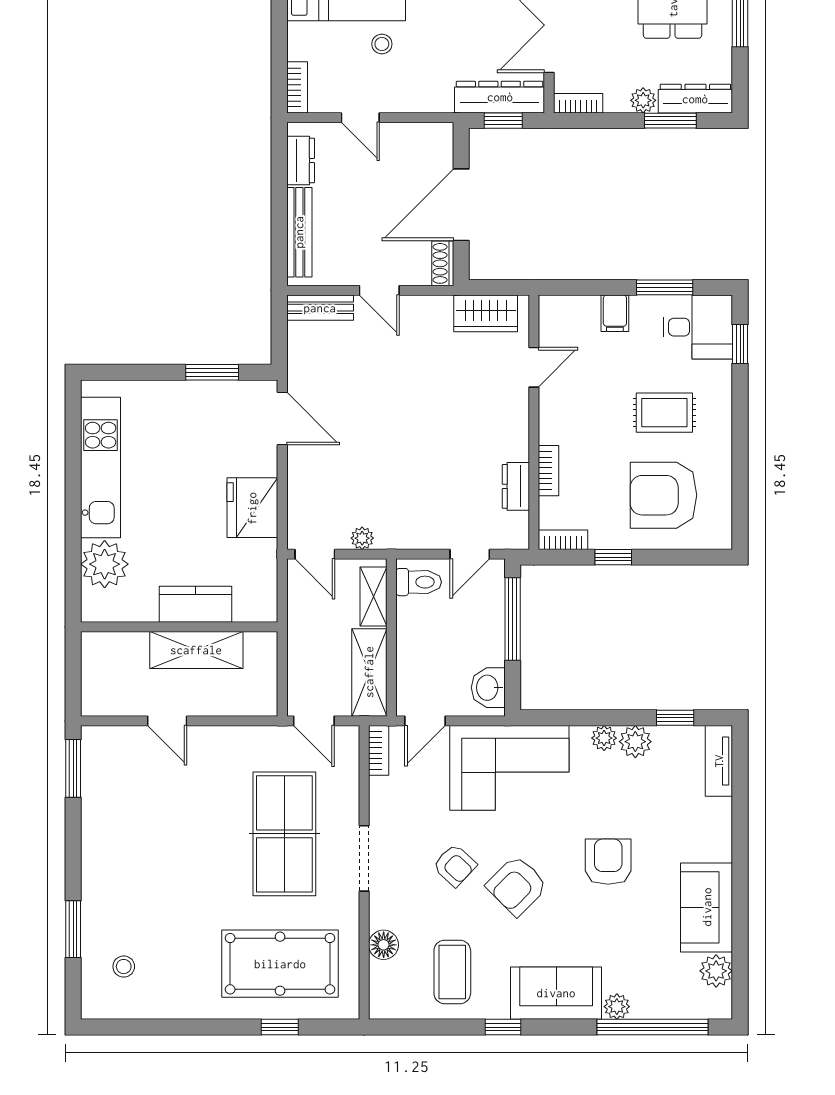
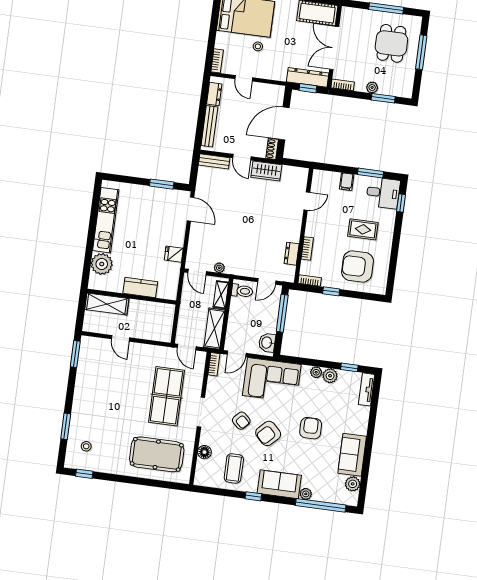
dresser: (695, 99) -> (396, 90), removed
wardrobe: (486, 313) -> (266, 171), moved
fridge: (252, 508) -> (174, 254), width x0.53, depth x0.75
shelving: (196, 650) -> (107, 304), moved
window: (280, 1027) -> (84, 474), moved

